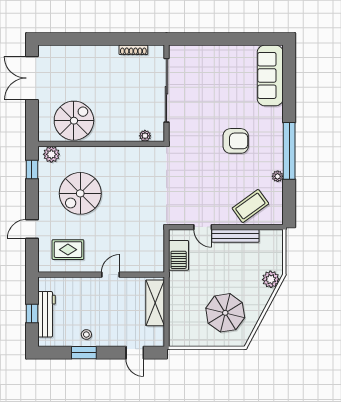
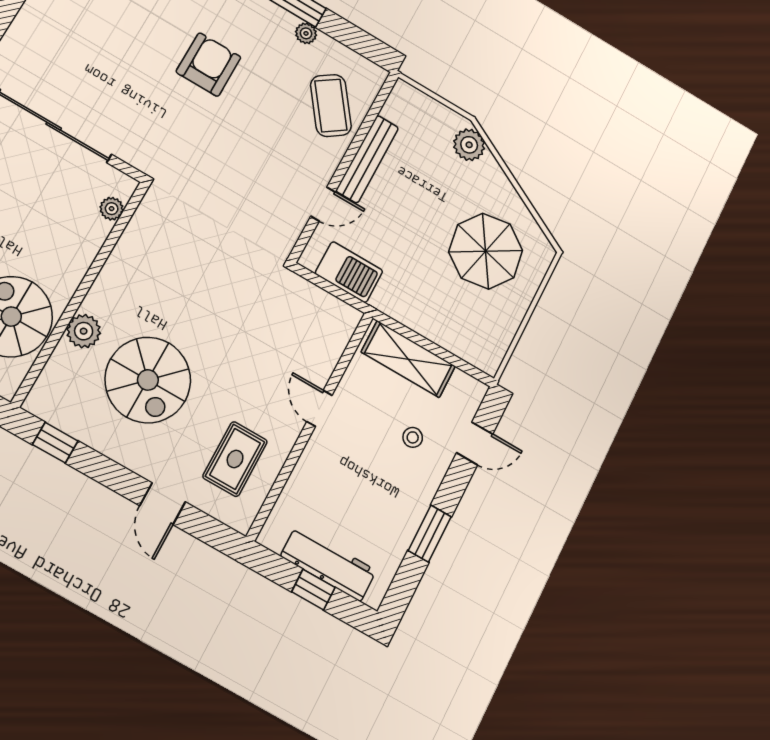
plant: (51, 154) -> (84, 331), moved
stool: (86, 335) -> (413, 437), moved

